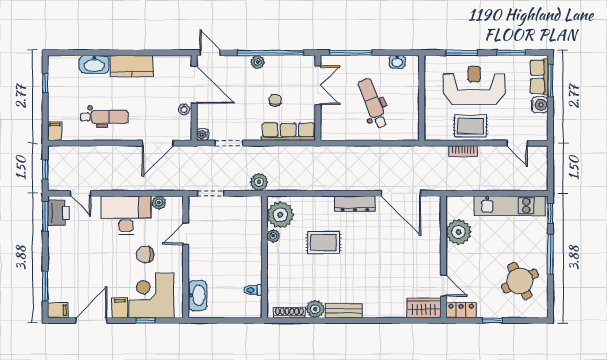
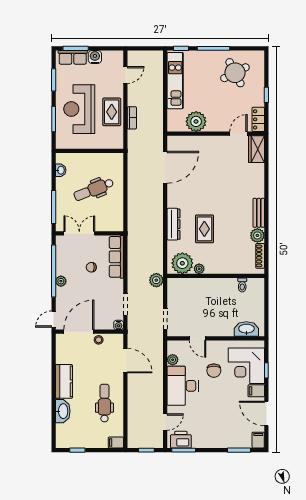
dresser: (355, 204) -> (173, 224), moved

